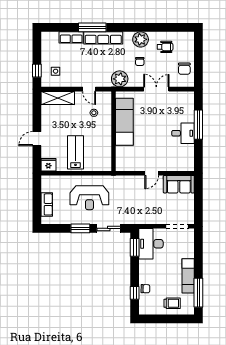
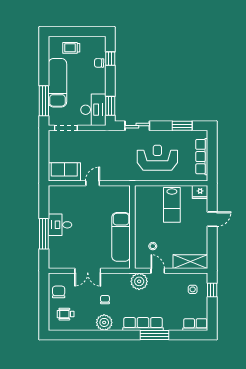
row of seats: (71, 37) -> (195, 325), moved
wheelchair: (165, 47) -> (66, 314), moved
plant: (120, 79) -> (139, 281), moved
row of seats: (47, 204) -> (202, 157), width x1.48
window: (80, 228) -> (182, 126), moved
exam couch: (188, 276) -> (57, 83), width x1.36, depth x1.45
window: (198, 293) -> (44, 101), moved

